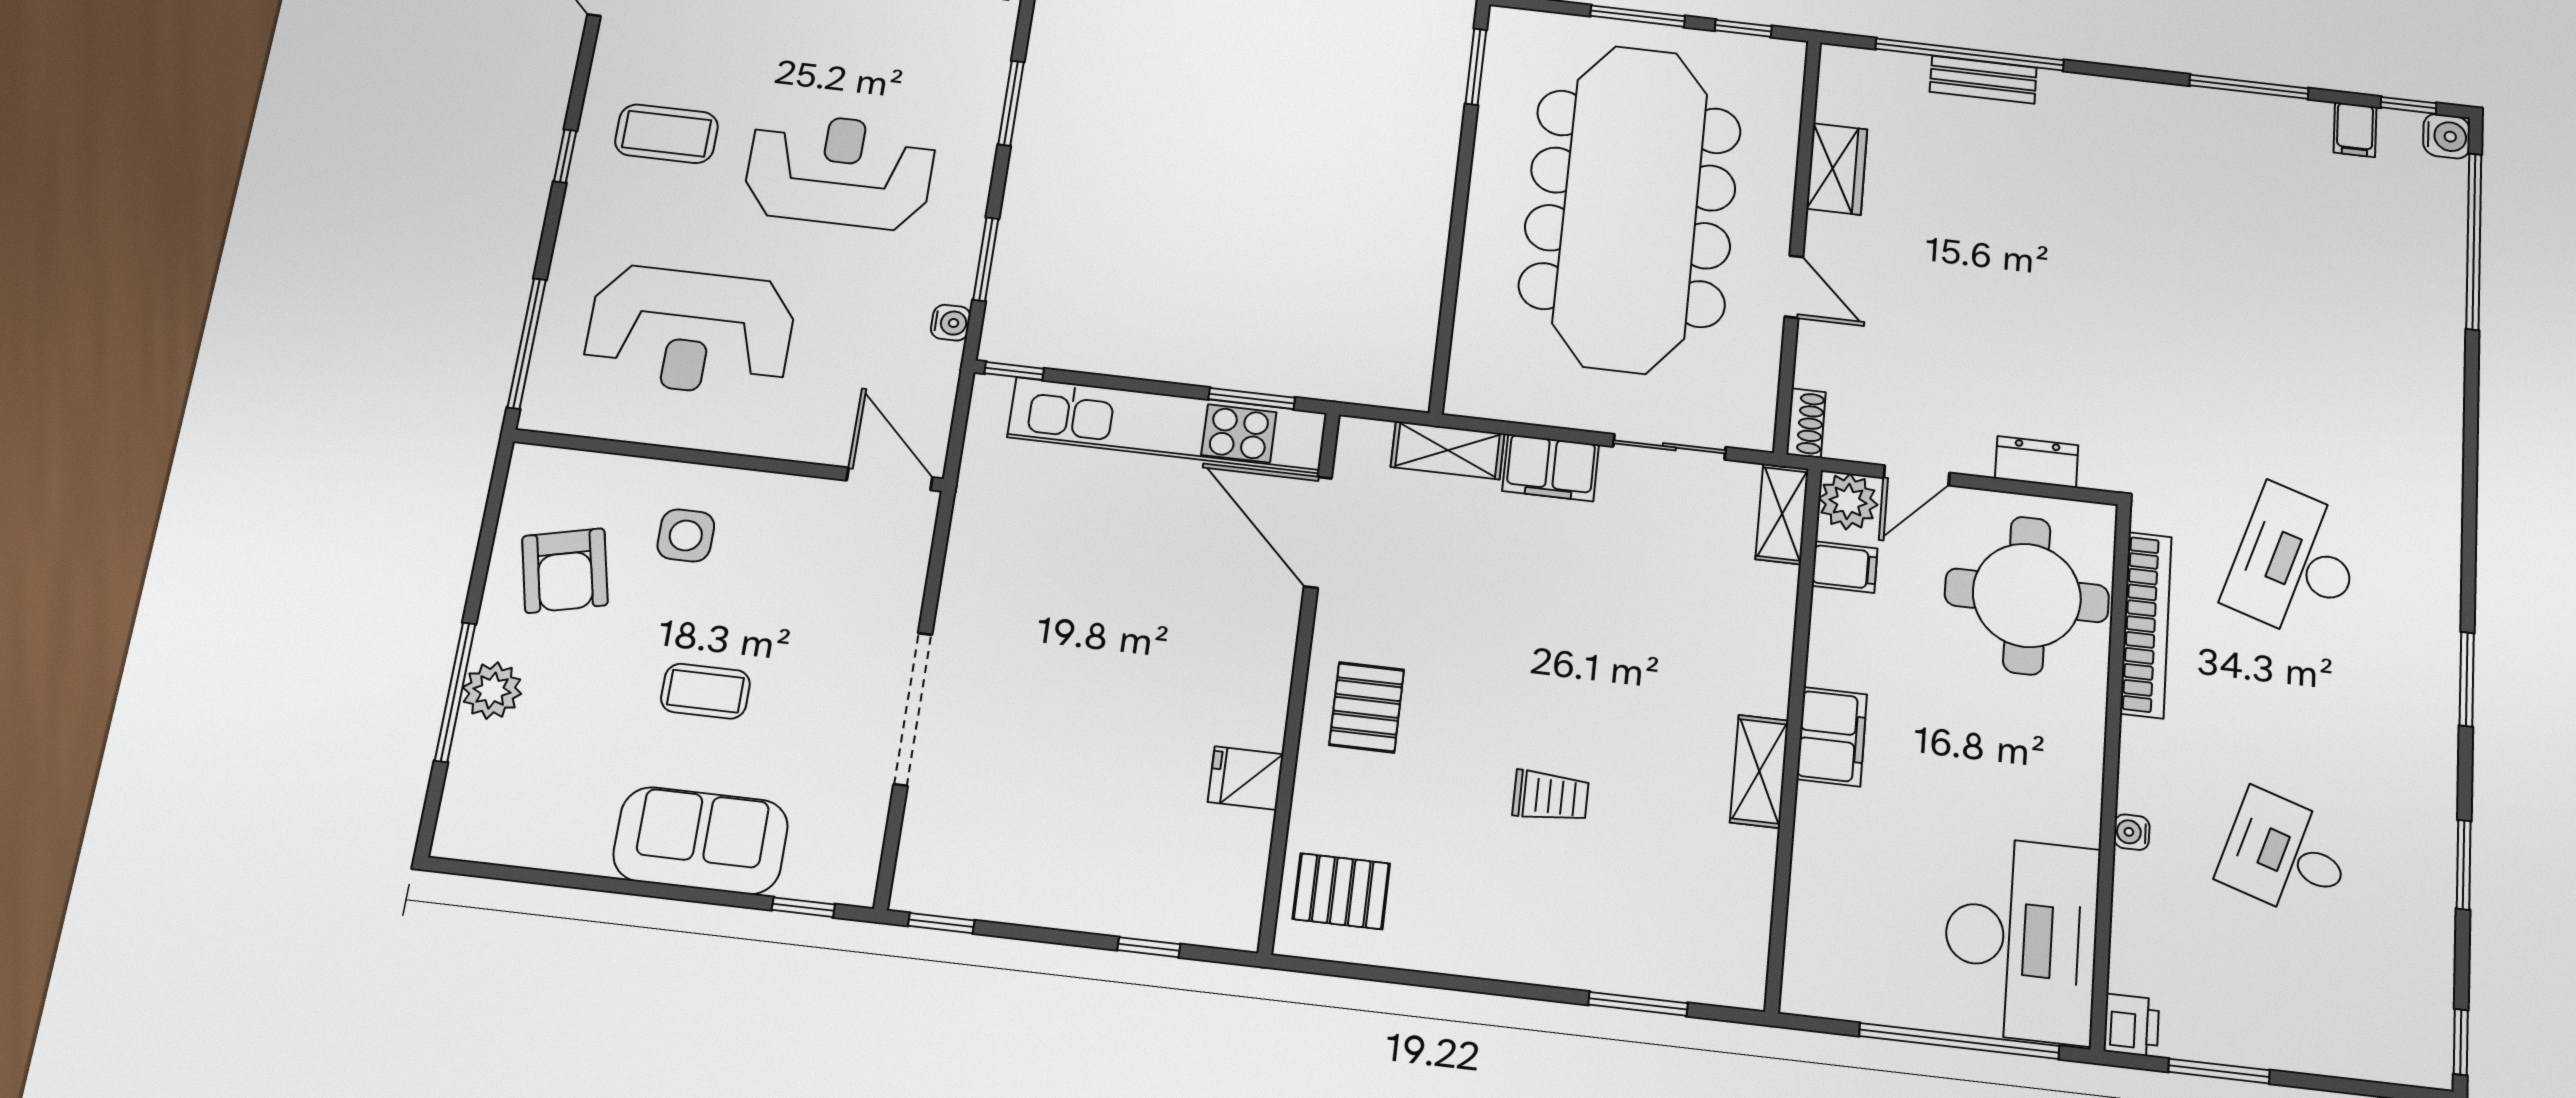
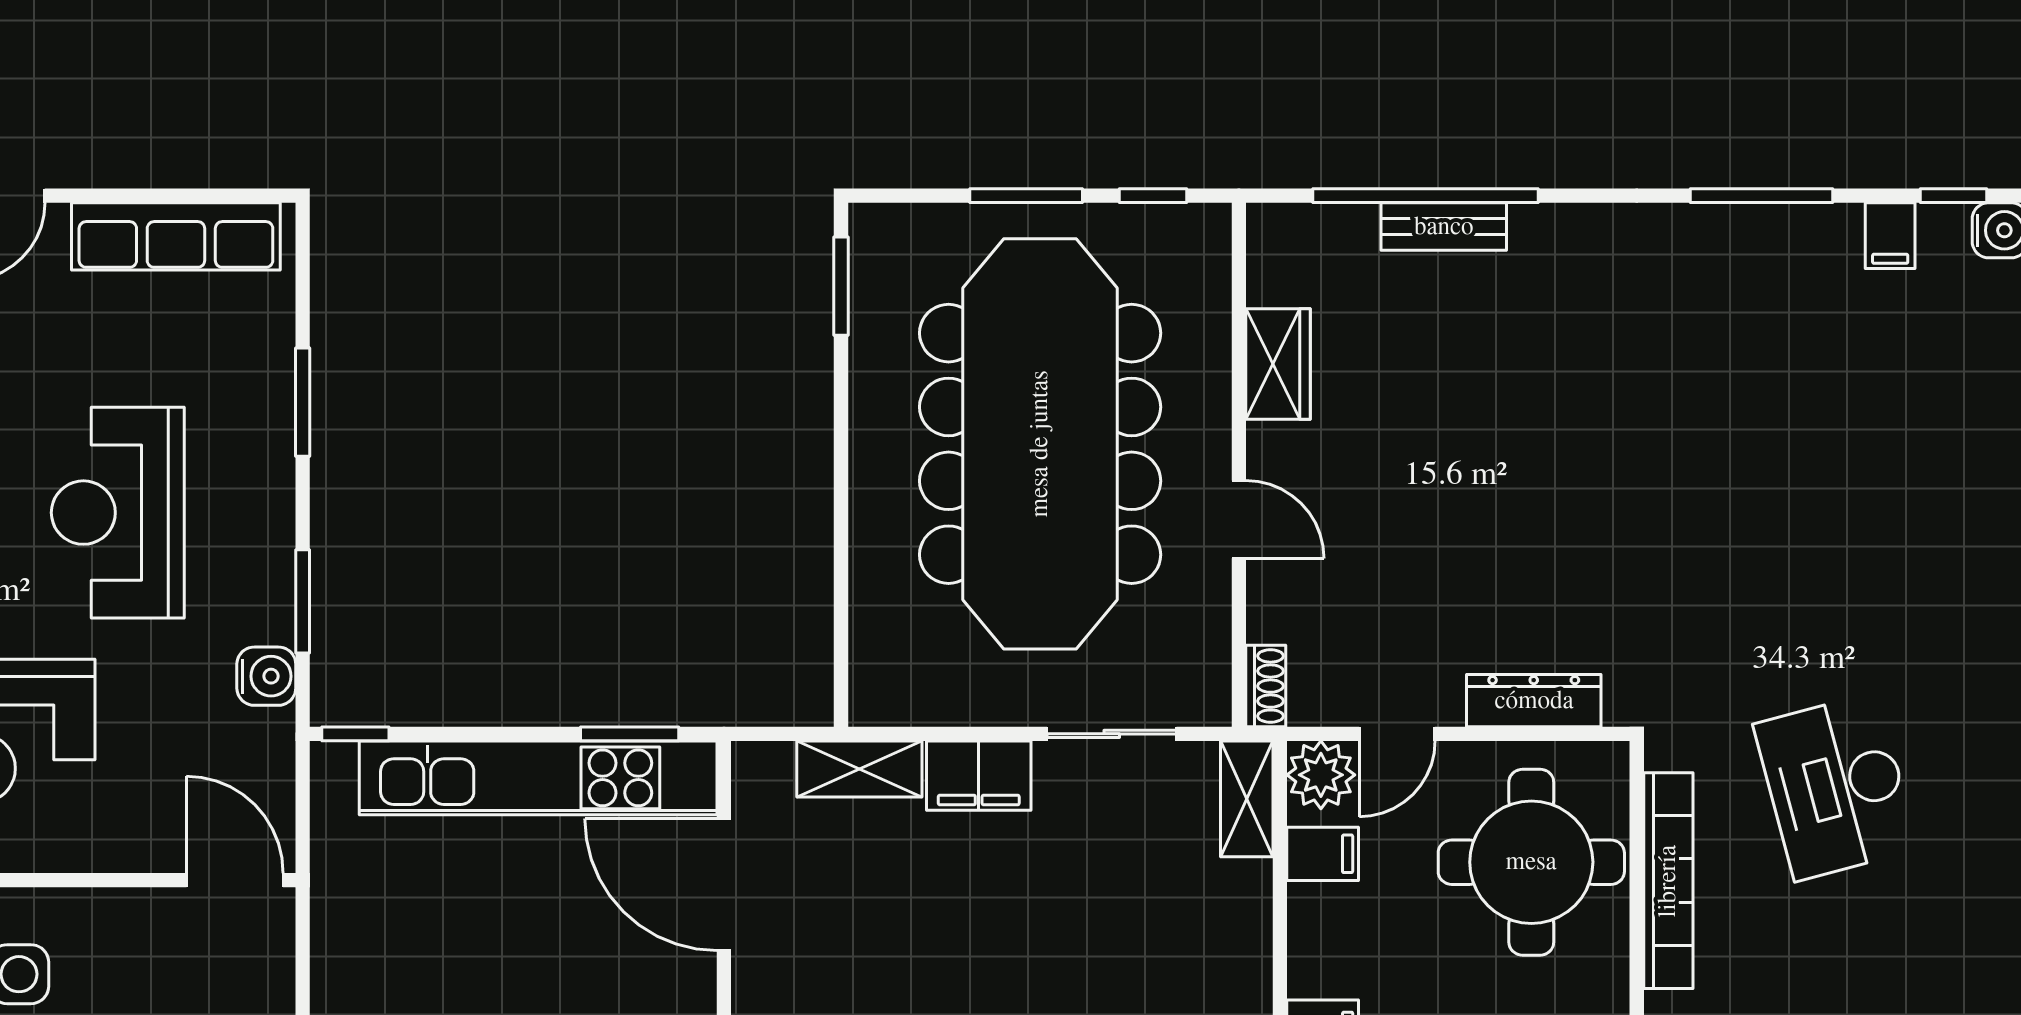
reception desk: (840, 171) -> (118, 513), turned -90
water cooler: (951, 323) -> (266, 676), width x1.38, depth x1.38
dresser: (2037, 462) -> (1534, 701), width x1.44
desk: (2295, 563) -> (1836, 787), turned -33

